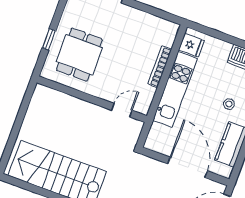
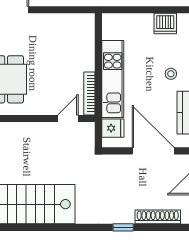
fridge: (191, 45) -> (113, 128), moved
bookcase: (160, 67) -> (89, 94), moved

